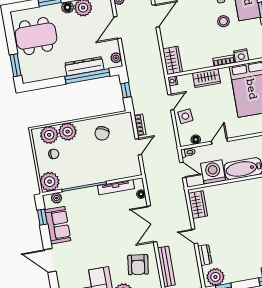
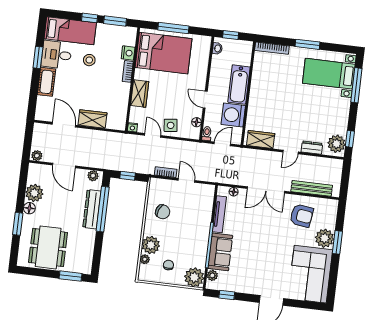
wardrobe: (173, 60) -> (92, 119), moved
plant: (49, 135) -> (145, 259), width x0.53, depth x0.53
sofa: (58, 225) -> (220, 252), moved, turned 90

